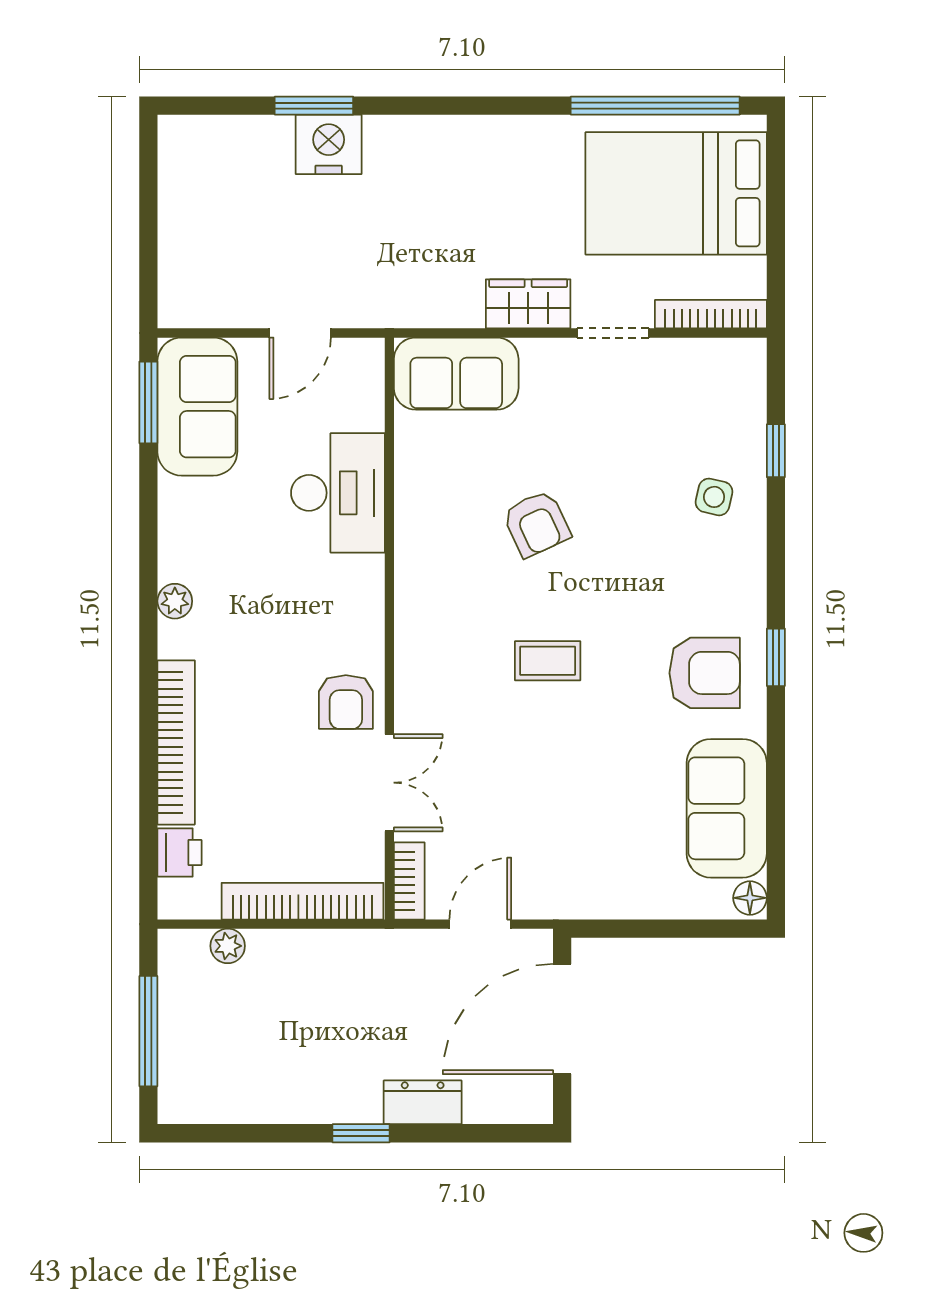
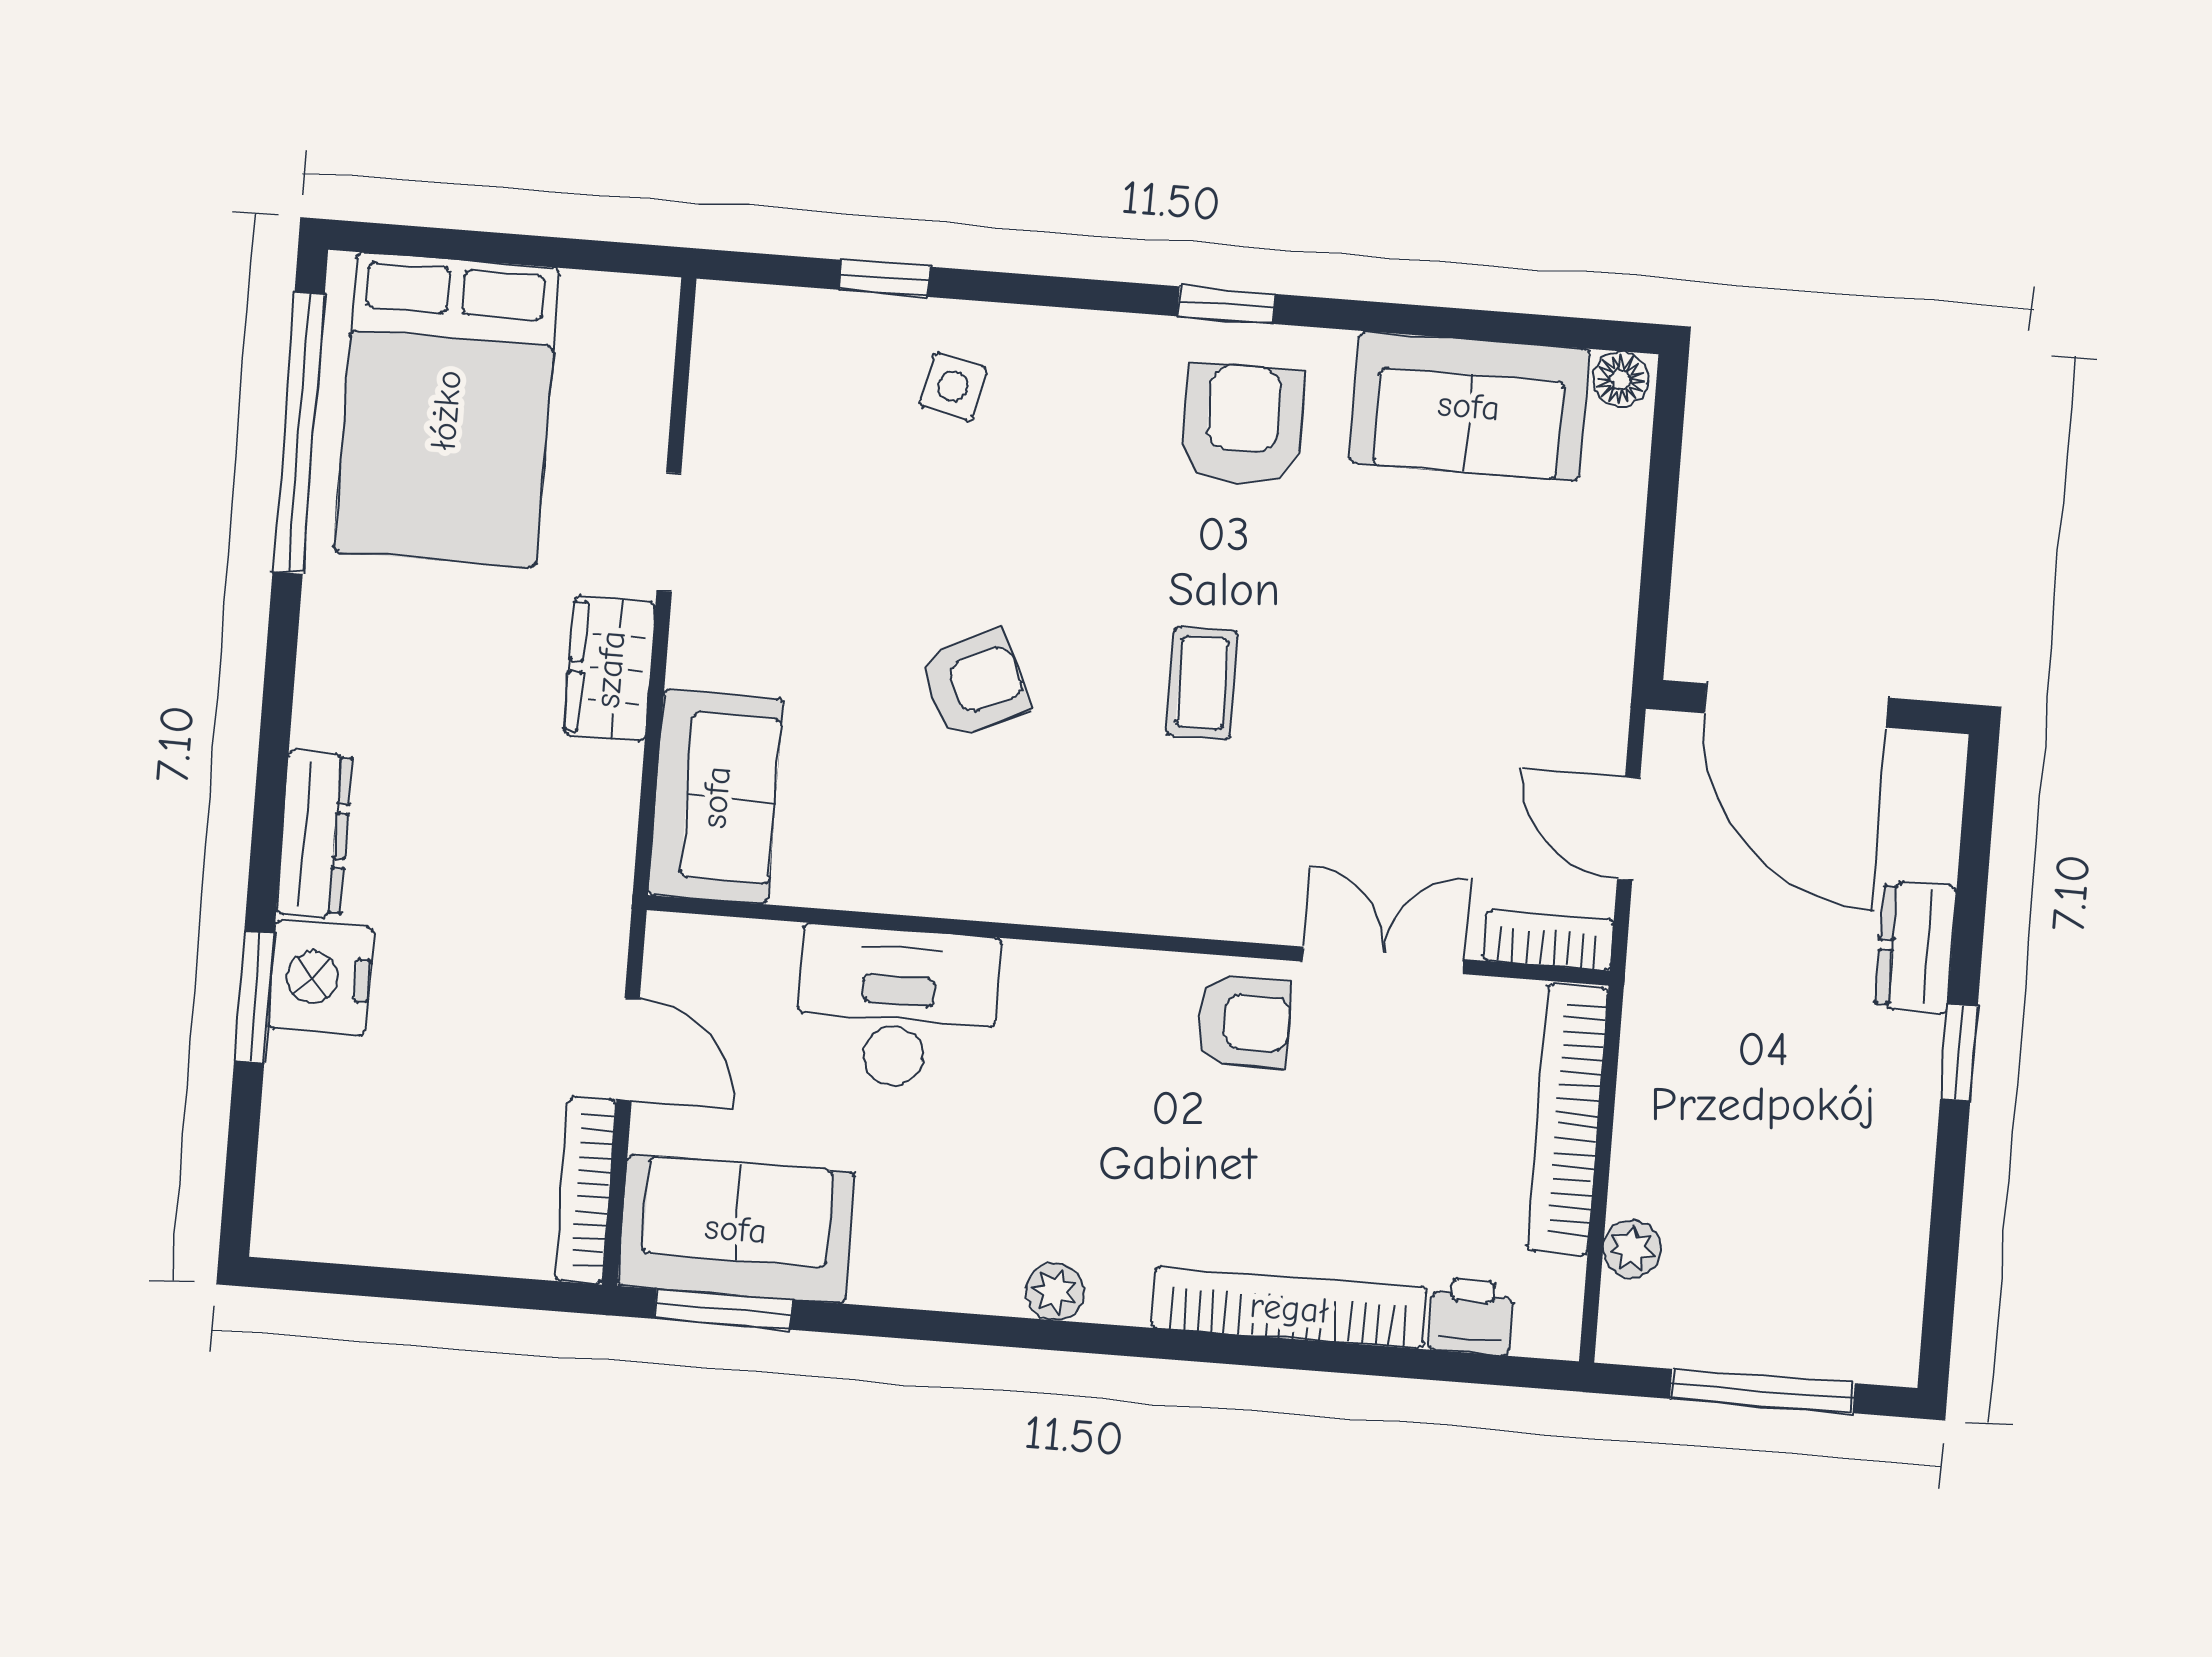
dresser: (415, 134) -> (314, 834), added
bookcase: (711, 314) -> (586, 1190), moved

